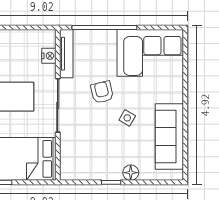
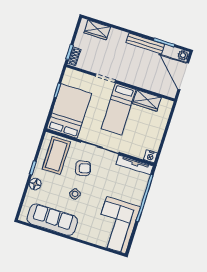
nightstand: (49, 56) -> (150, 156), moved
armchair: (102, 92) -> (83, 168), moved
coffee table: (86, 157) -> (56, 155), added

